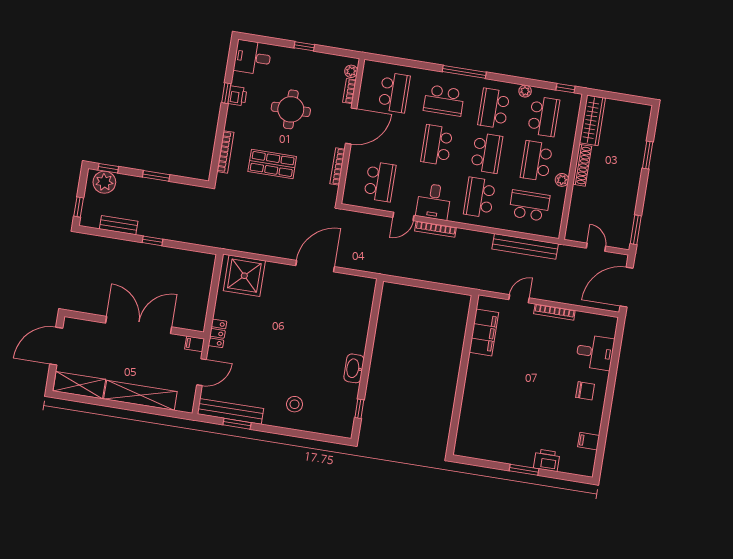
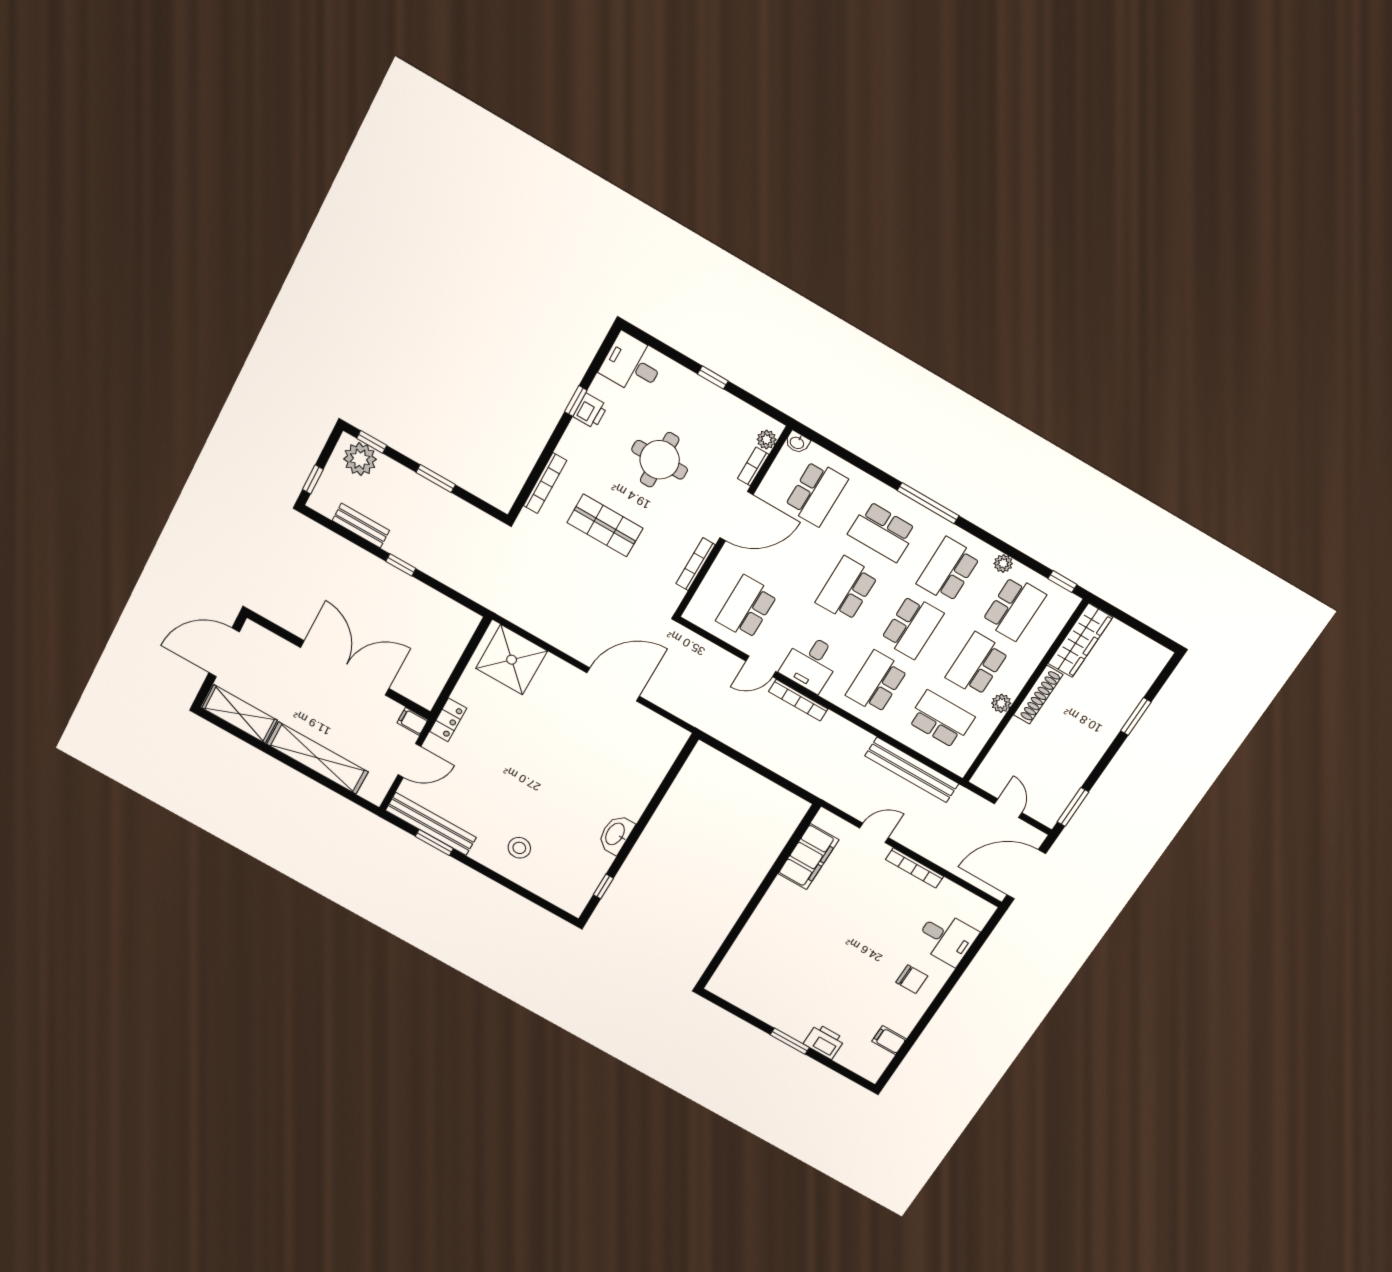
washbasin: (370, 66) -> (797, 442), added
school desk: (380, 182) -> (747, 607), turned 180

